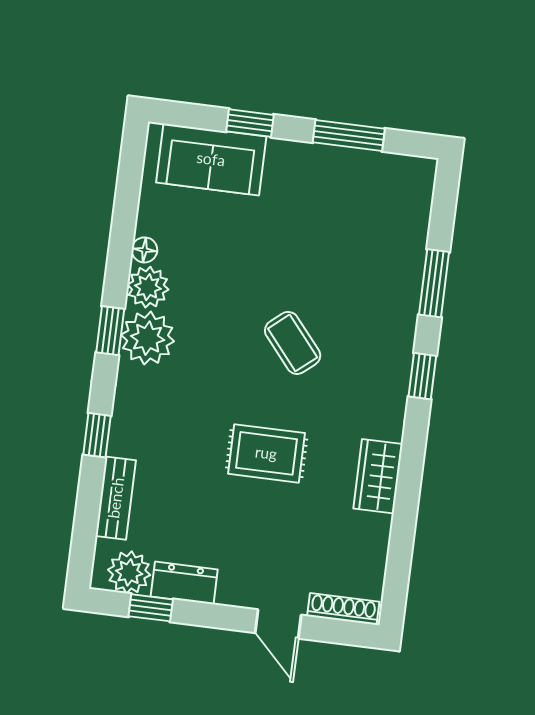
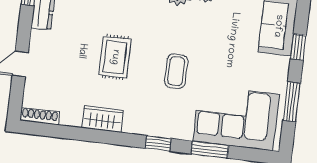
corner sofa: (377, 235) -> (236, 118), added
coffee table: (293, 343) -> (176, 71), turned -50
shoe rack: (343, 609) -> (40, 116), moved, turned -90

